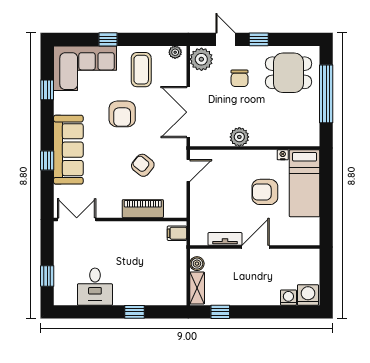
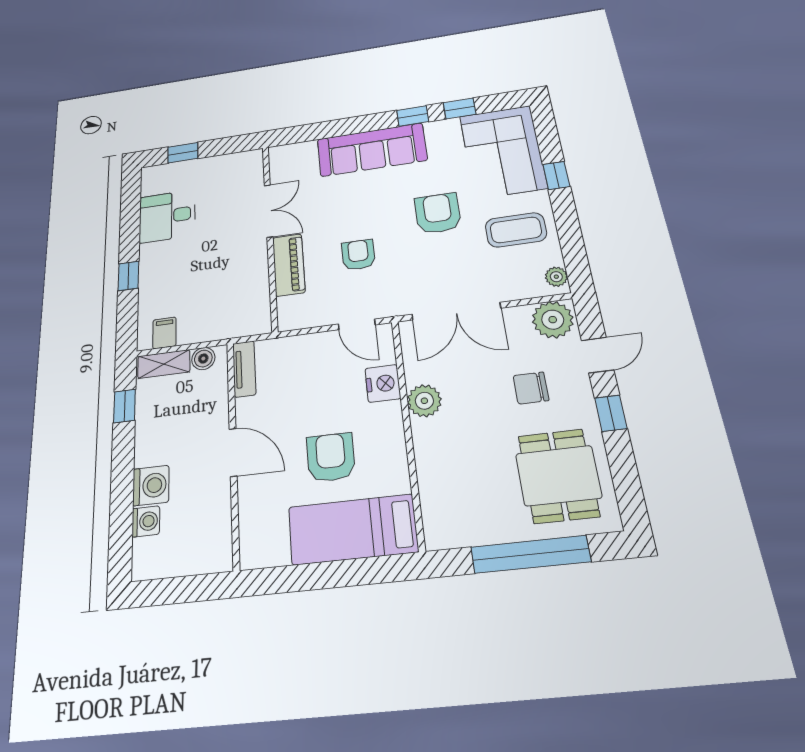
double door: (188, 112) -> (456, 311), swing flipped
armchair: (122, 114) -> (438, 213), turned 90
nightstand: (283, 155) -> (383, 383), moved, width x1.89, depth x1.79
window: (47, 160) -> (413, 116), moved
armchair: (143, 165) -> (358, 255), turned -39
double door: (77, 219) -> (269, 211), moved
filing cabinet: (177, 233) -> (164, 333), moved
tv unit: (225, 239) -> (244, 369), moved
washing machine: (308, 295) -> (151, 486), moved

